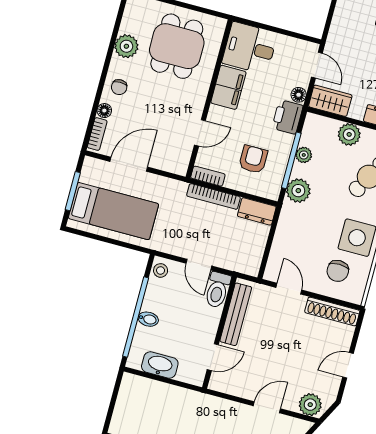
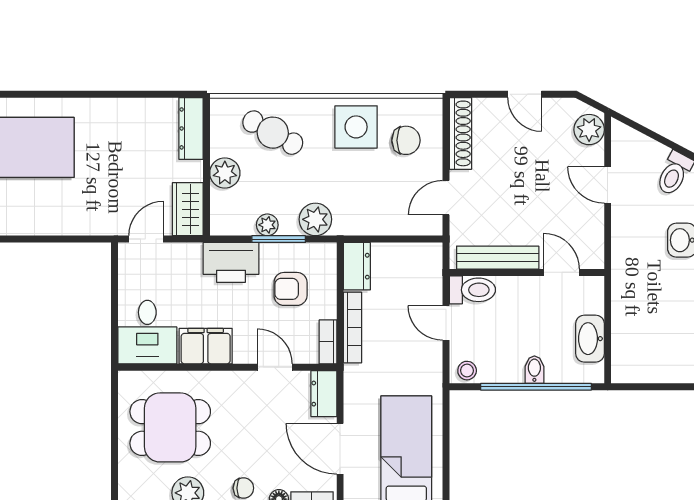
floor lamp: (299, 95) -> (191, 252), removed
printer: (288, 117) -> (231, 262), width x1.37, depth x1.19
window: (291, 160) -> (279, 239), width x0.69
dresser: (172, 163) -> (324, 394), added
door: (199, 265) -> (446, 323), swing flipped

